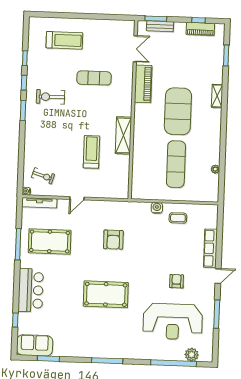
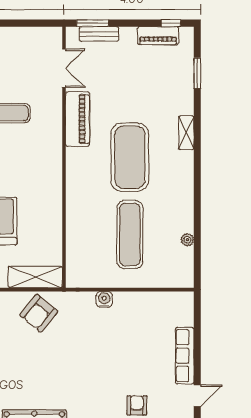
window: (198, 20) -> (171, 23), moved
shelving: (123, 135) -> (35, 277), moved, turned 90
coffee table: (178, 218) -> (136, 313), removed
armchair: (113, 240) -> (39, 313), moved, turned 39

